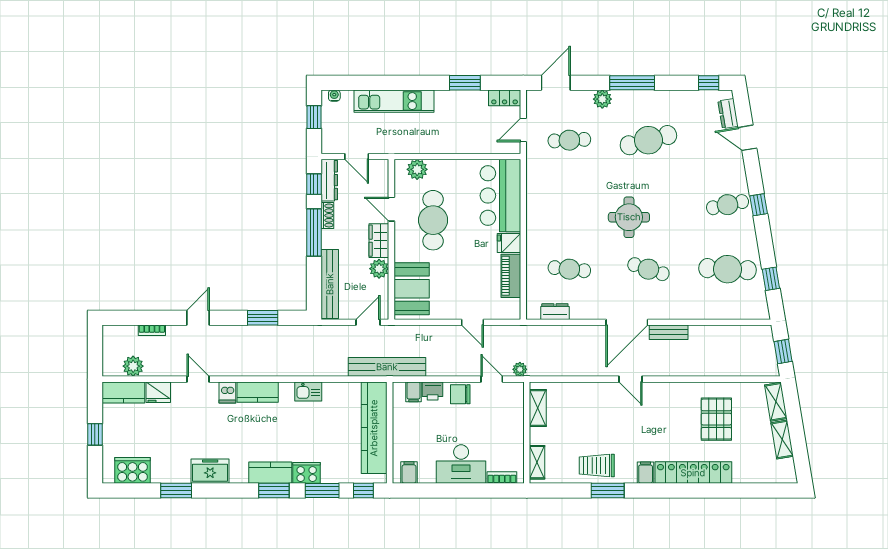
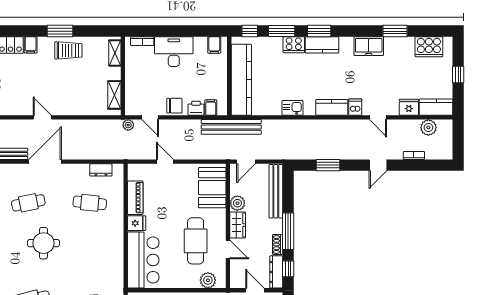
cafe table: (648, 269) -> (28, 203), turned -30

